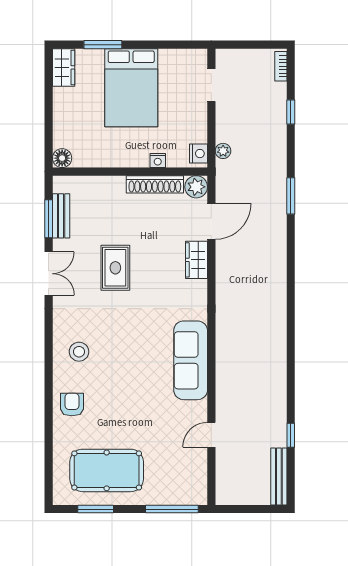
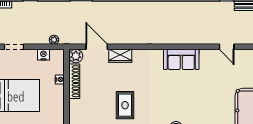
nightstand: (199, 154) -> (43, 55), moved
rug: (115, 268) -> (125, 105), turned 90
sofa: (191, 360) -> (181, 59), width x0.73

